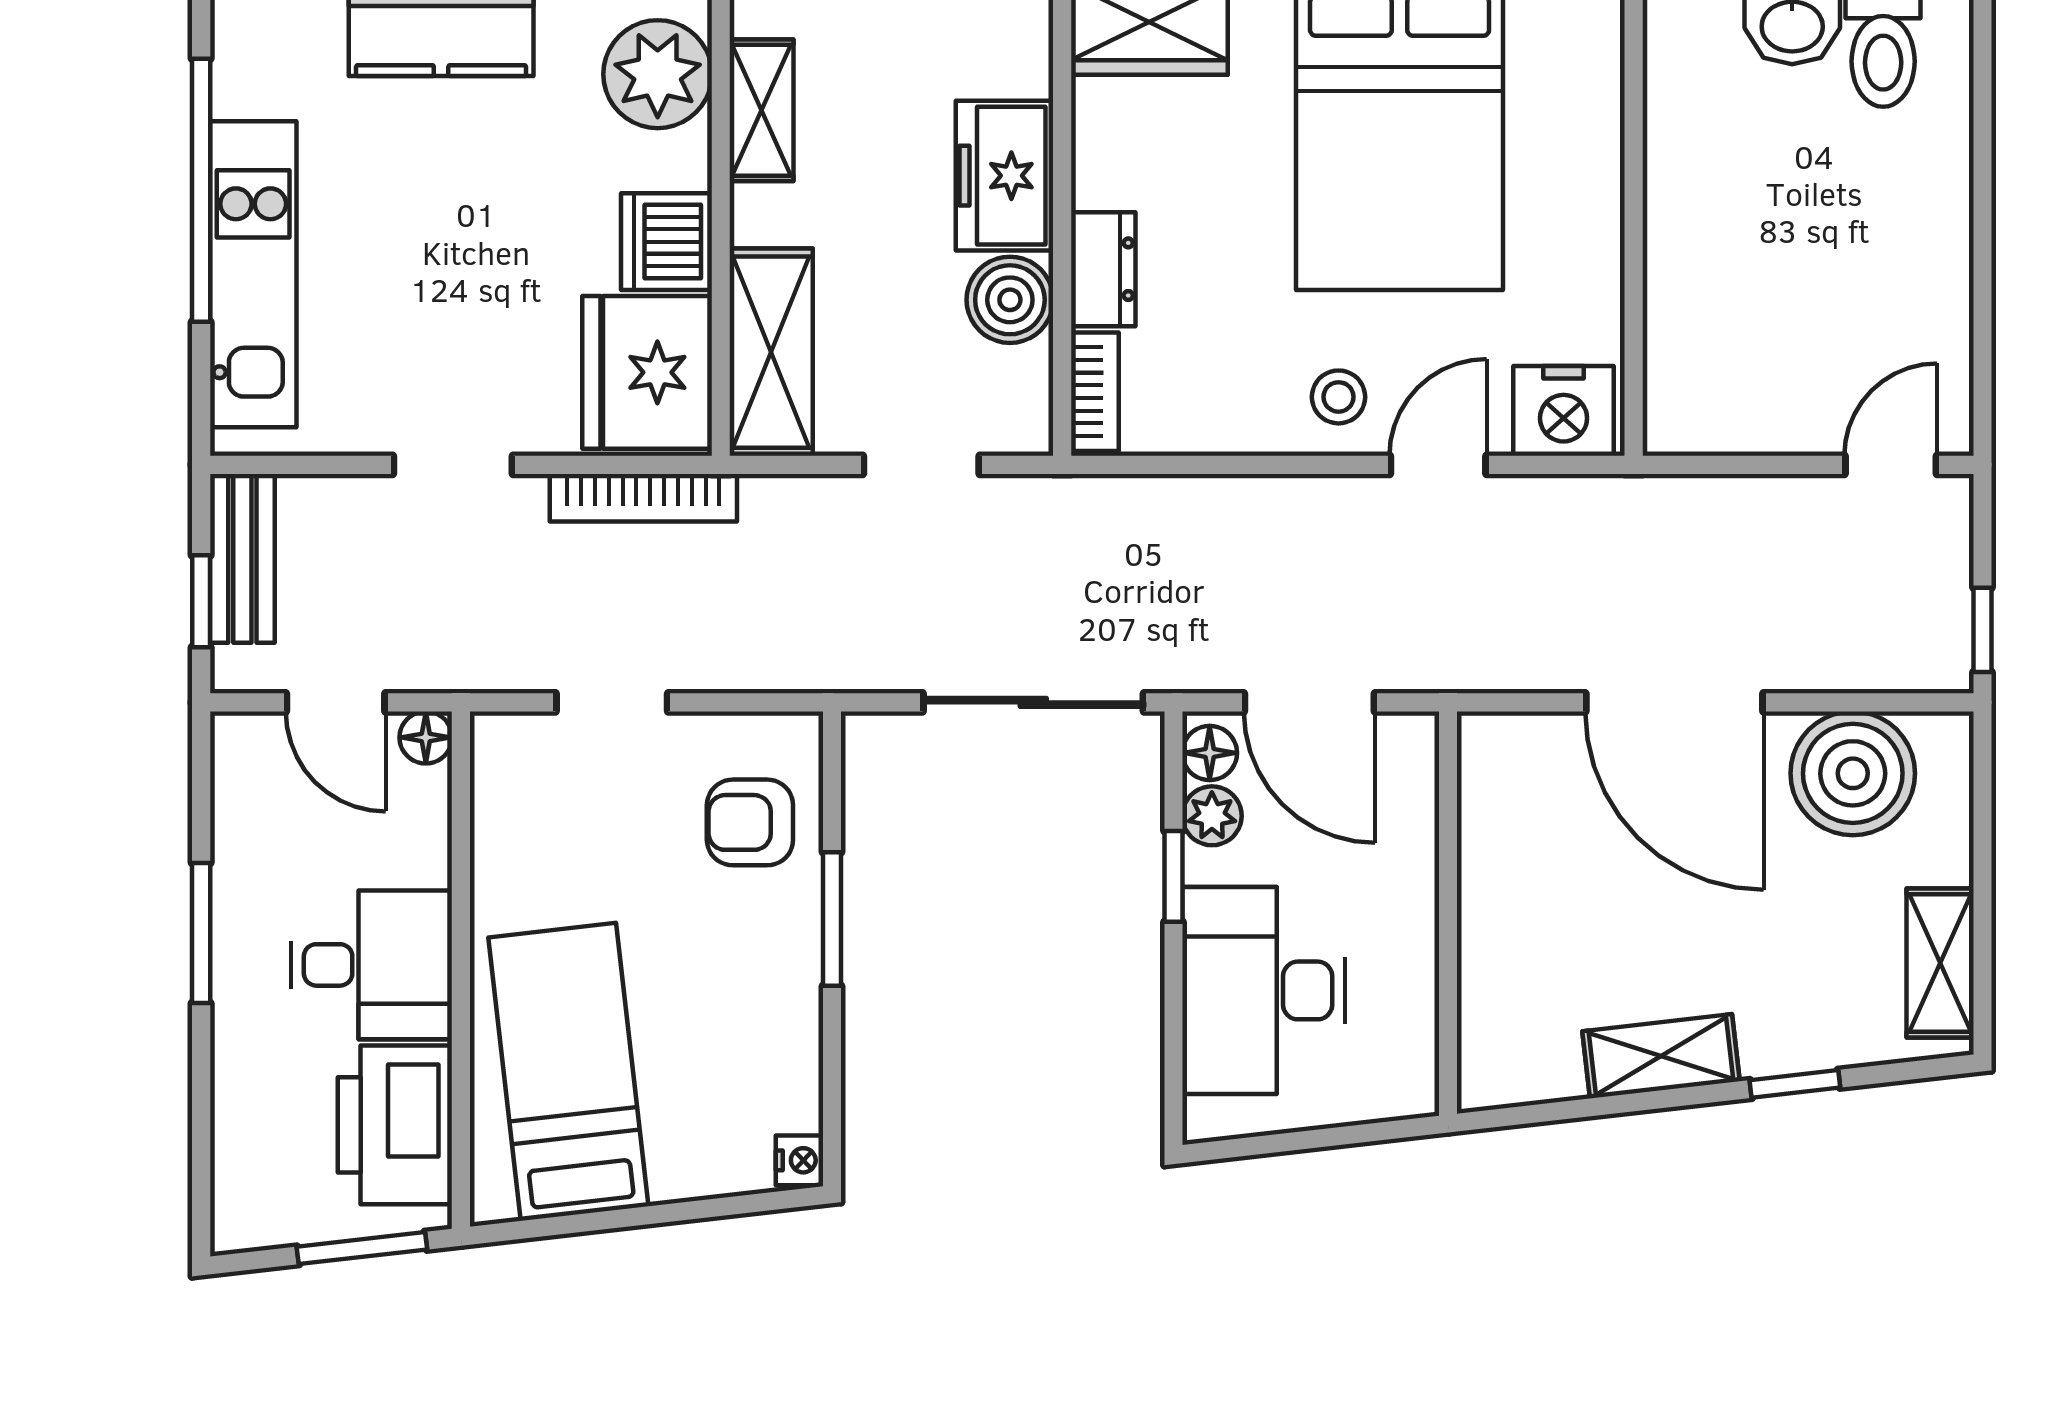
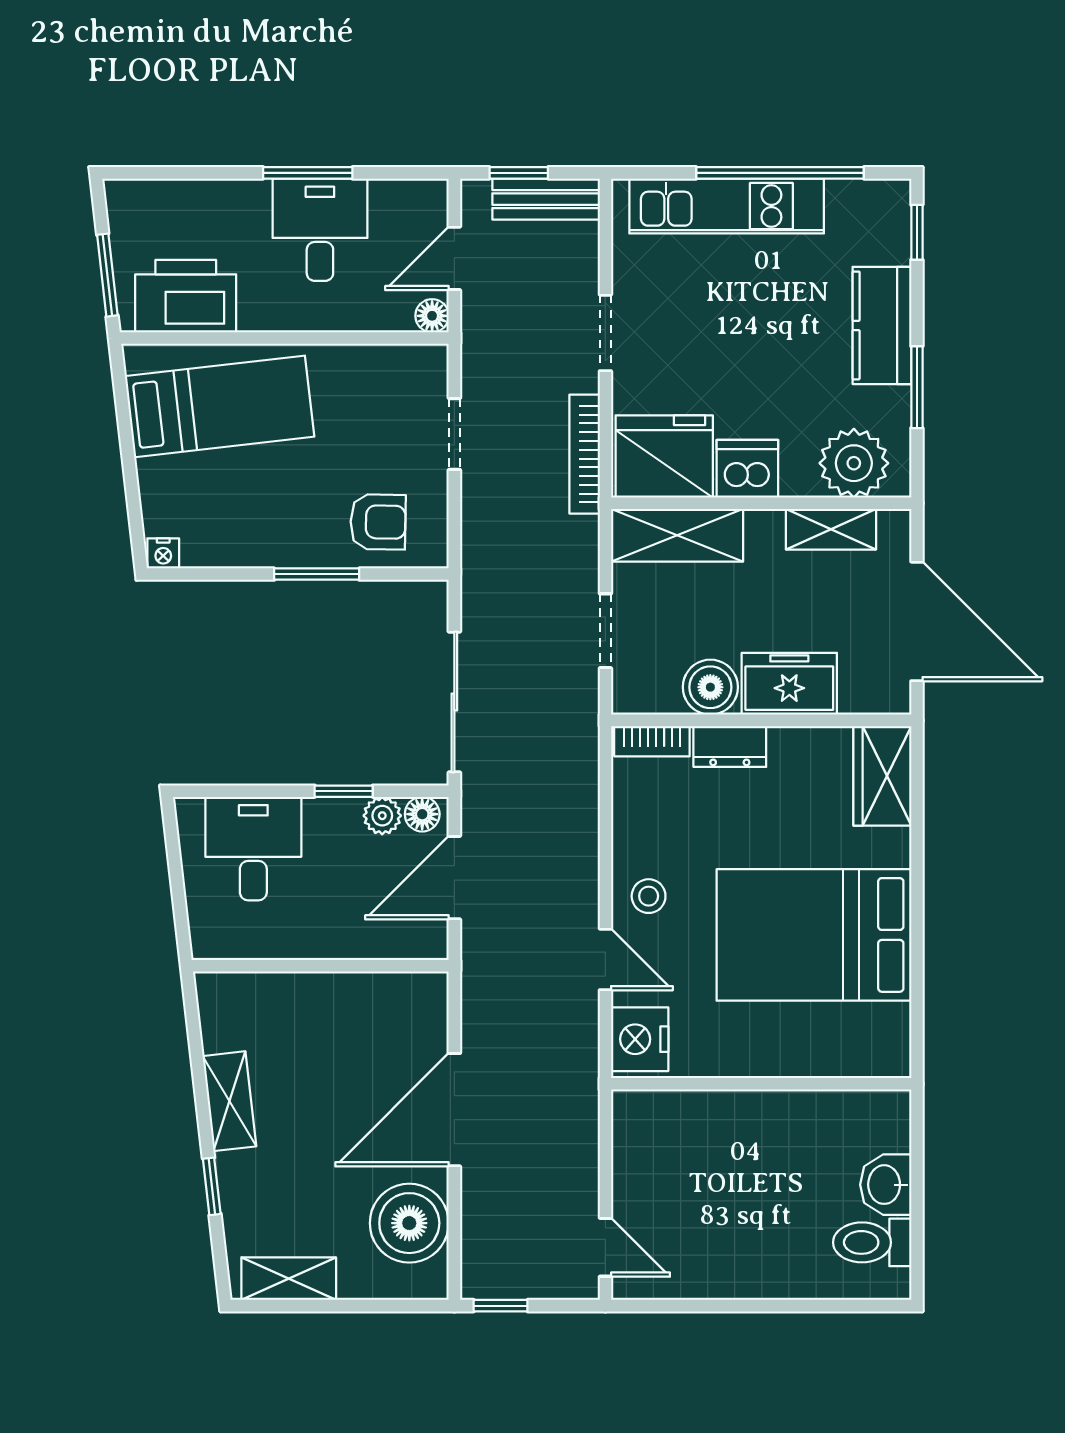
armchair: (750, 822) -> (378, 522), turned 91
desk: (372, 965) -> (320, 230), moved, turned 180
desk: (1264, 990) -> (253, 849), width x0.73

